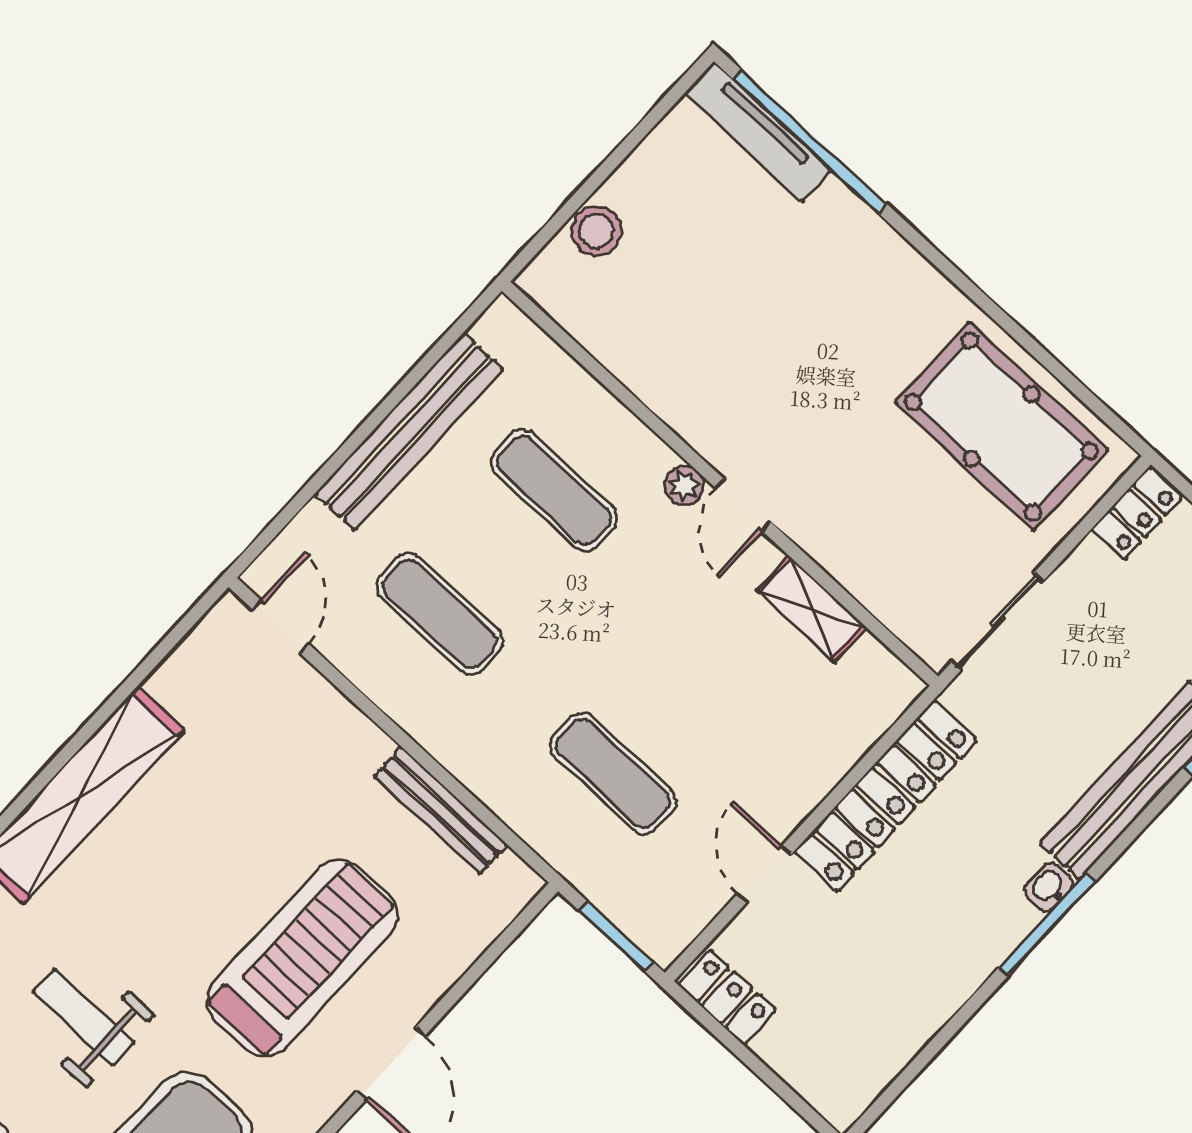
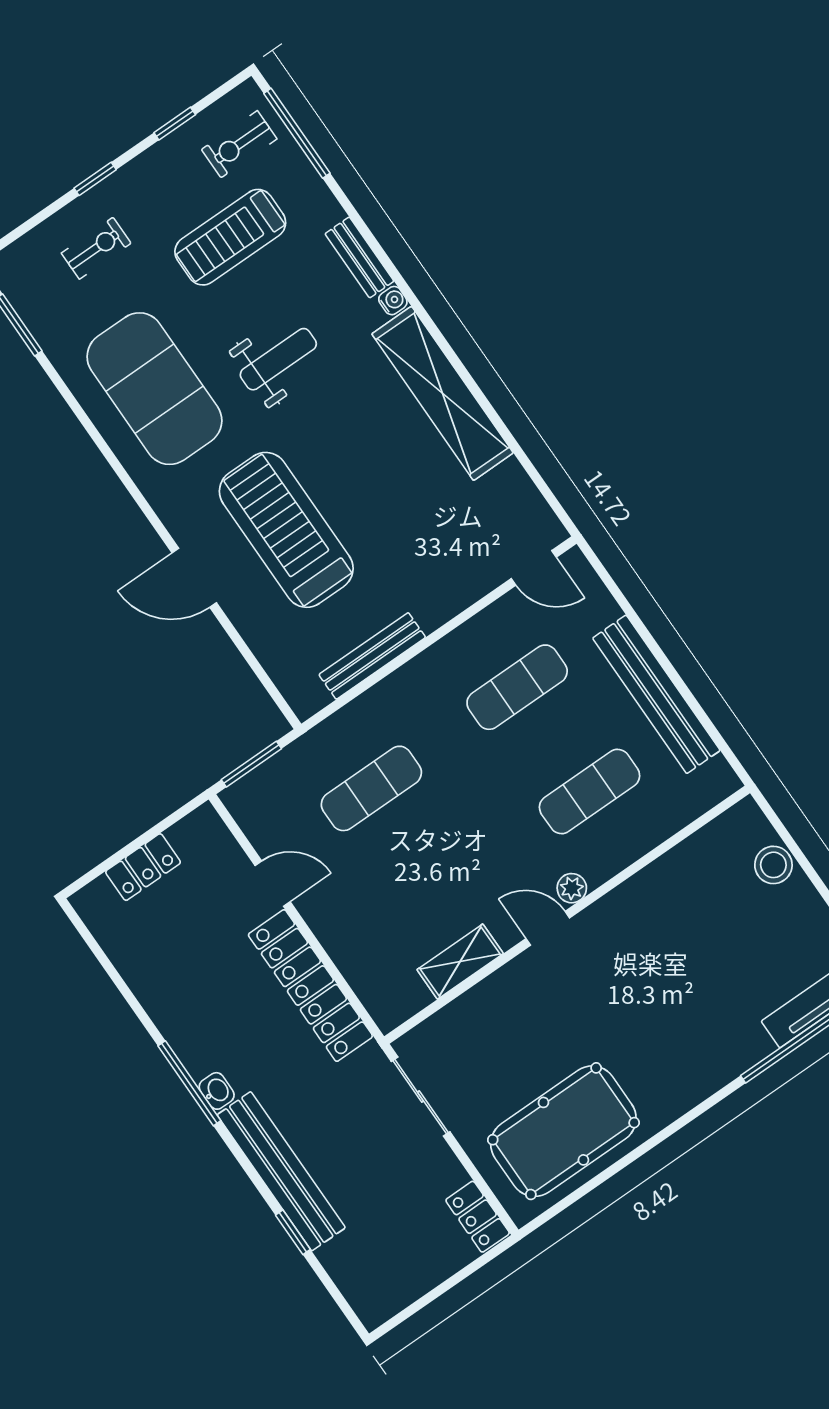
treadmill: (302, 958) -> (286, 530), turned 180
locker: (727, 998) -> (143, 867), moved

